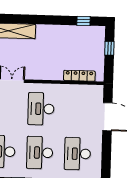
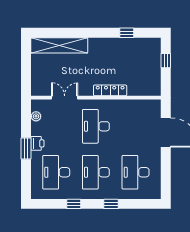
window: (84, 21) -> (127, 33), moved
locker: (79, 76) -> (110, 90), moved

